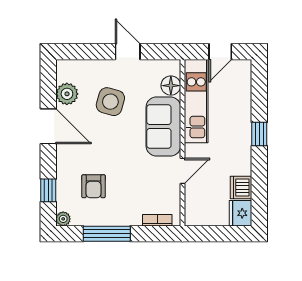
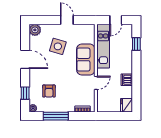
floor lamp: (171, 86) -> (90, 38), removed
plant: (67, 94) -> (35, 30), moved
window: (259, 134) -> (136, 44), moved
dishwasher: (241, 188) -> (127, 80), moved

